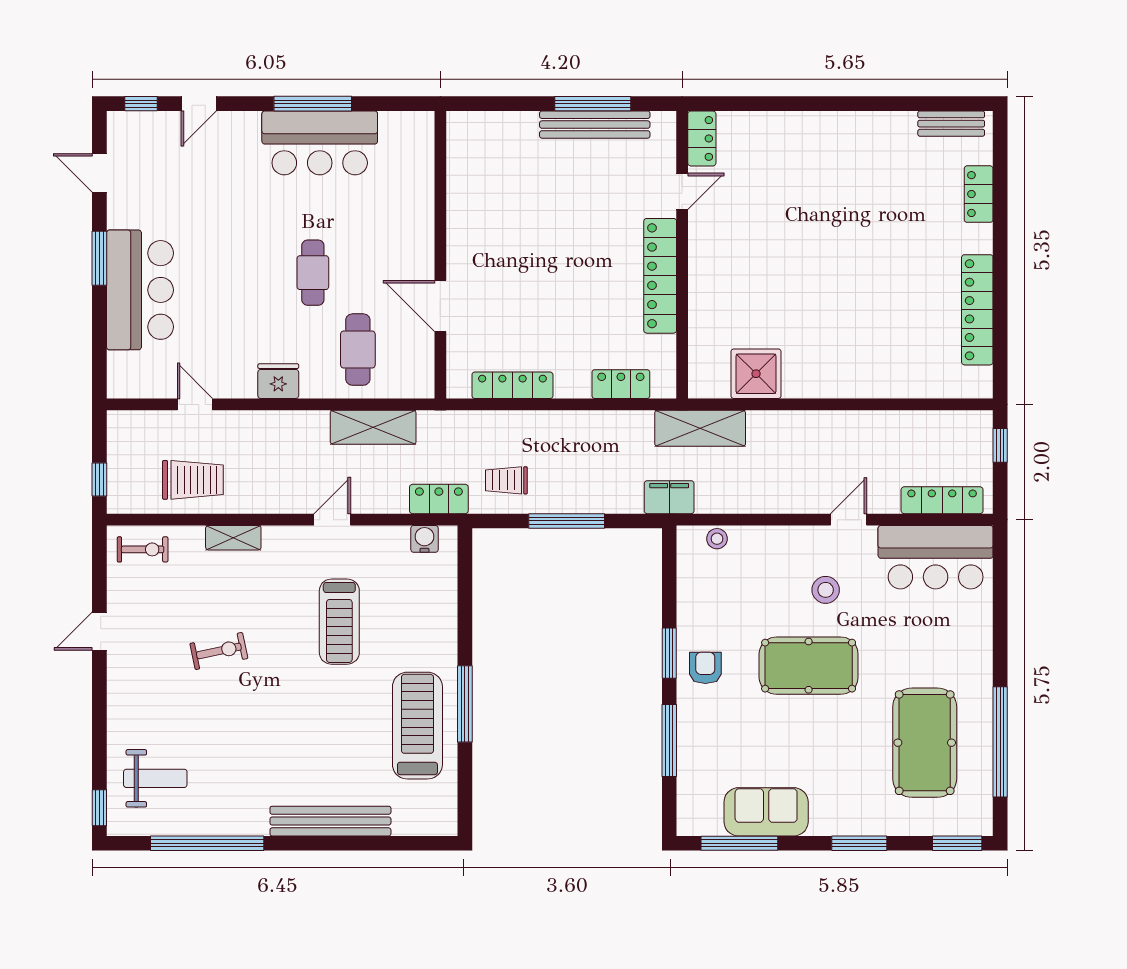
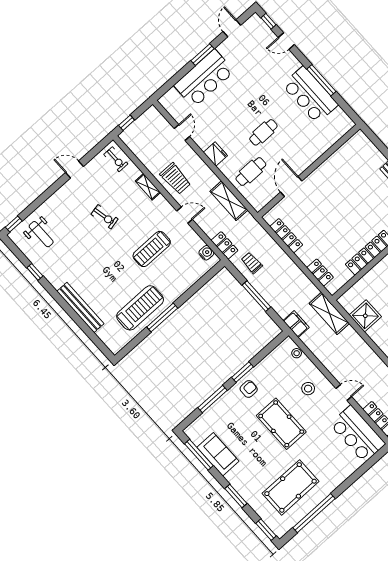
trolley: (193, 480) -> (175, 179), moved
stool: (826, 590) -> (308, 389), moved
window: (207, 843) -> (35, 272), width x0.32

